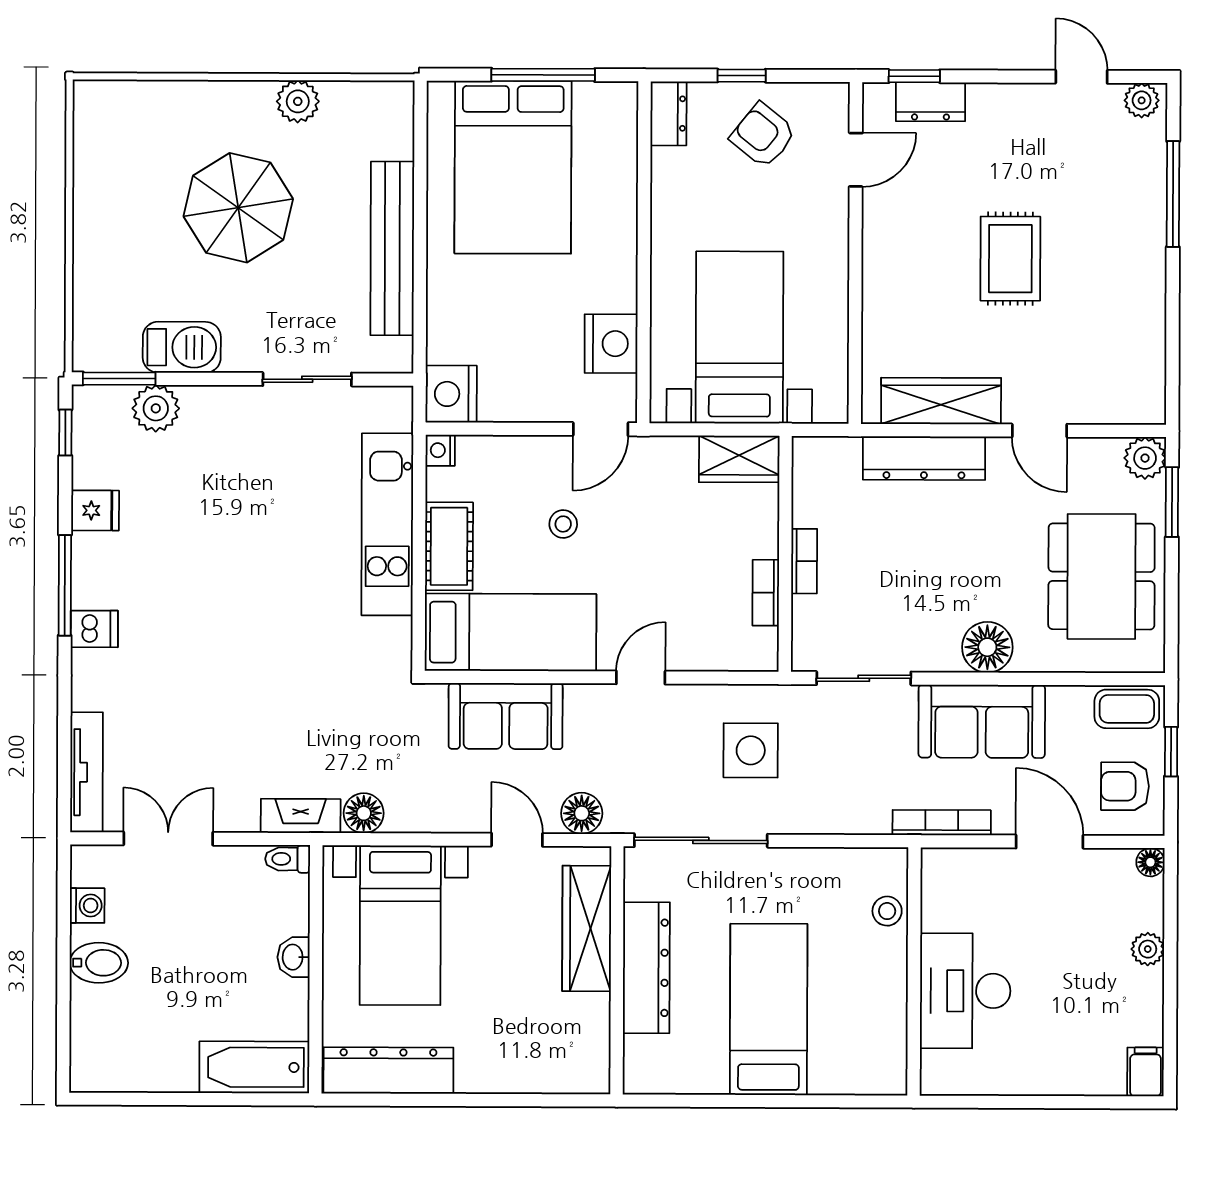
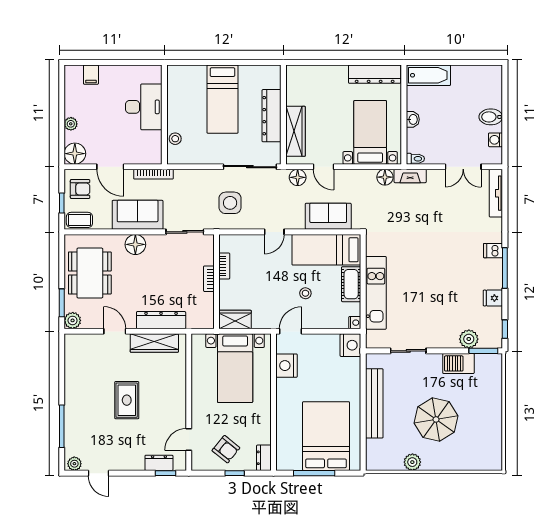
floor lamp: (1150, 862) -> (75, 154), width x1.89, depth x1.89
filing cabinet: (1146, 1072) -> (91, 75), moved

